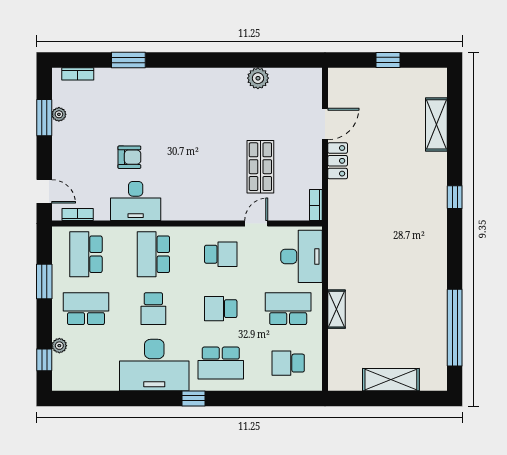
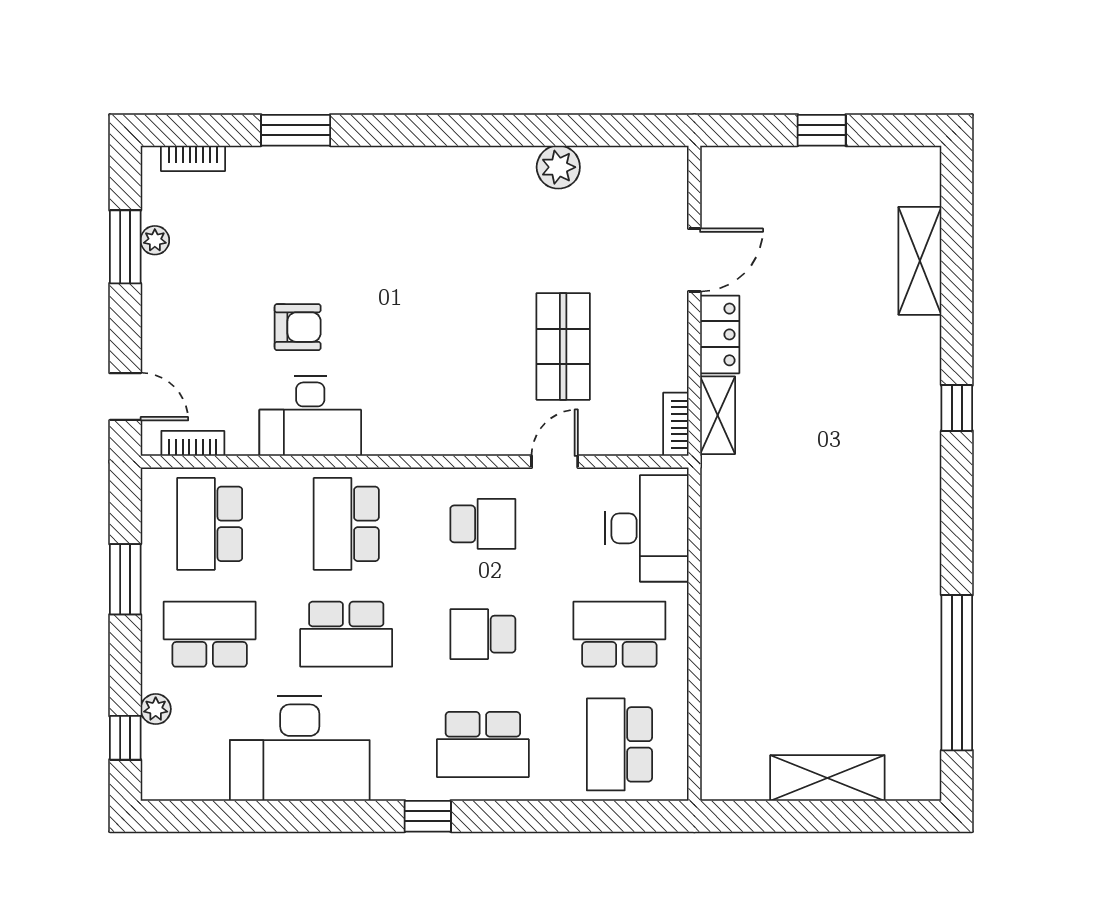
school desk: (153, 309) -> (346, 634), width x1.85
shelving: (337, 309) -> (718, 415), moved
school desk: (288, 363) -> (619, 744), width x1.85
desk: (154, 365) -> (300, 748), moved

